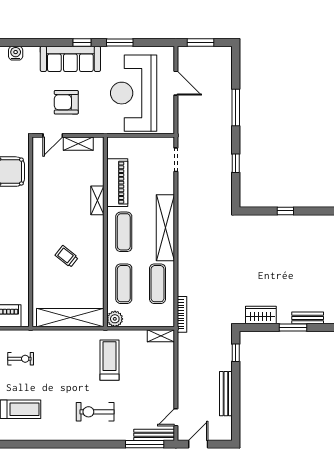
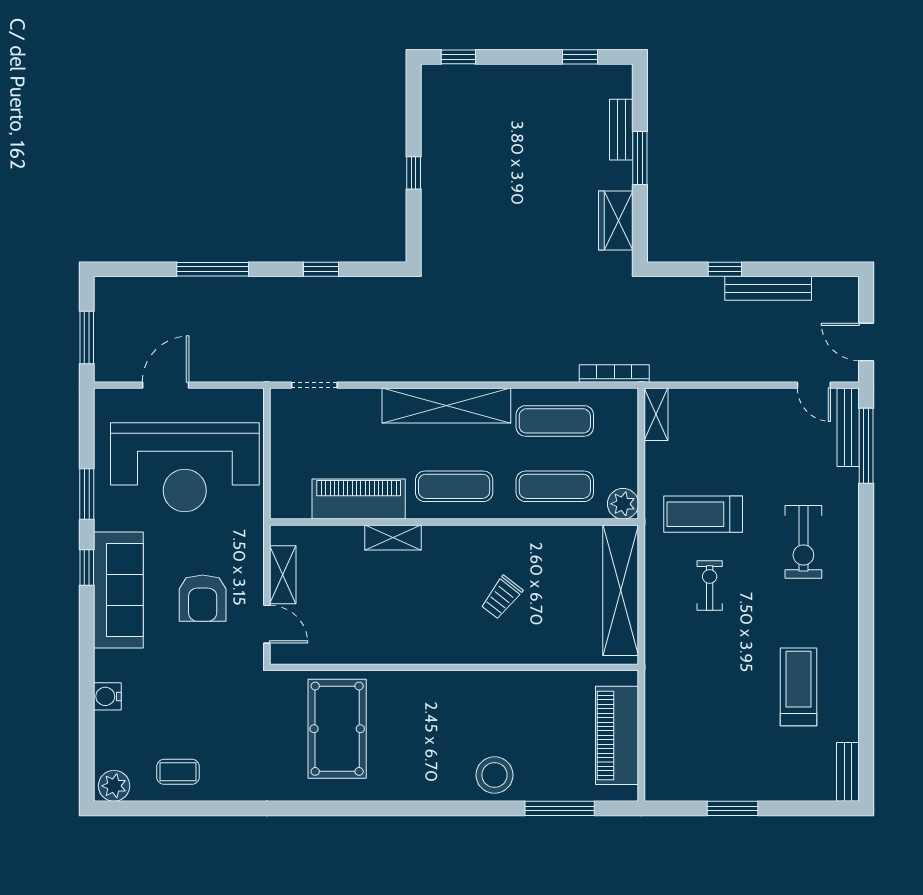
window: (236, 353) -> (725, 269), moved
exercise bike: (21, 359) -> (710, 585), moved

